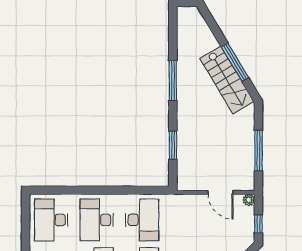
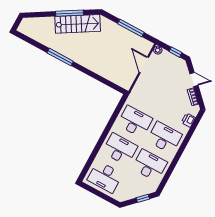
window: (173, 145) -> (100, 78), removed
door: (221, 192) -> (144, 65), swing flipped
desk: (97, 220) -> (120, 149), turned 180

